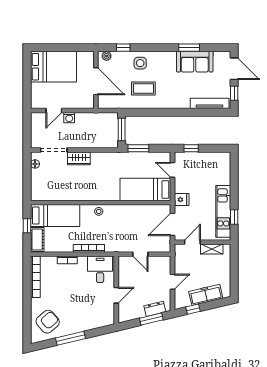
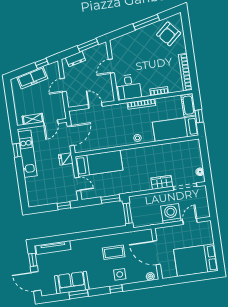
window: (123, 48) -> (116, 289), moved
washing machine: (69, 118) -> (171, 214), width x1.89, depth x1.89
window: (151, 319) -> (88, 45), moved

